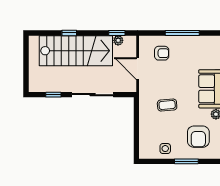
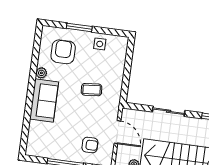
armchair: (162, 53) -> (90, 145), turned 180
sliding door: (93, 95) -> (169, 111), width x0.73

